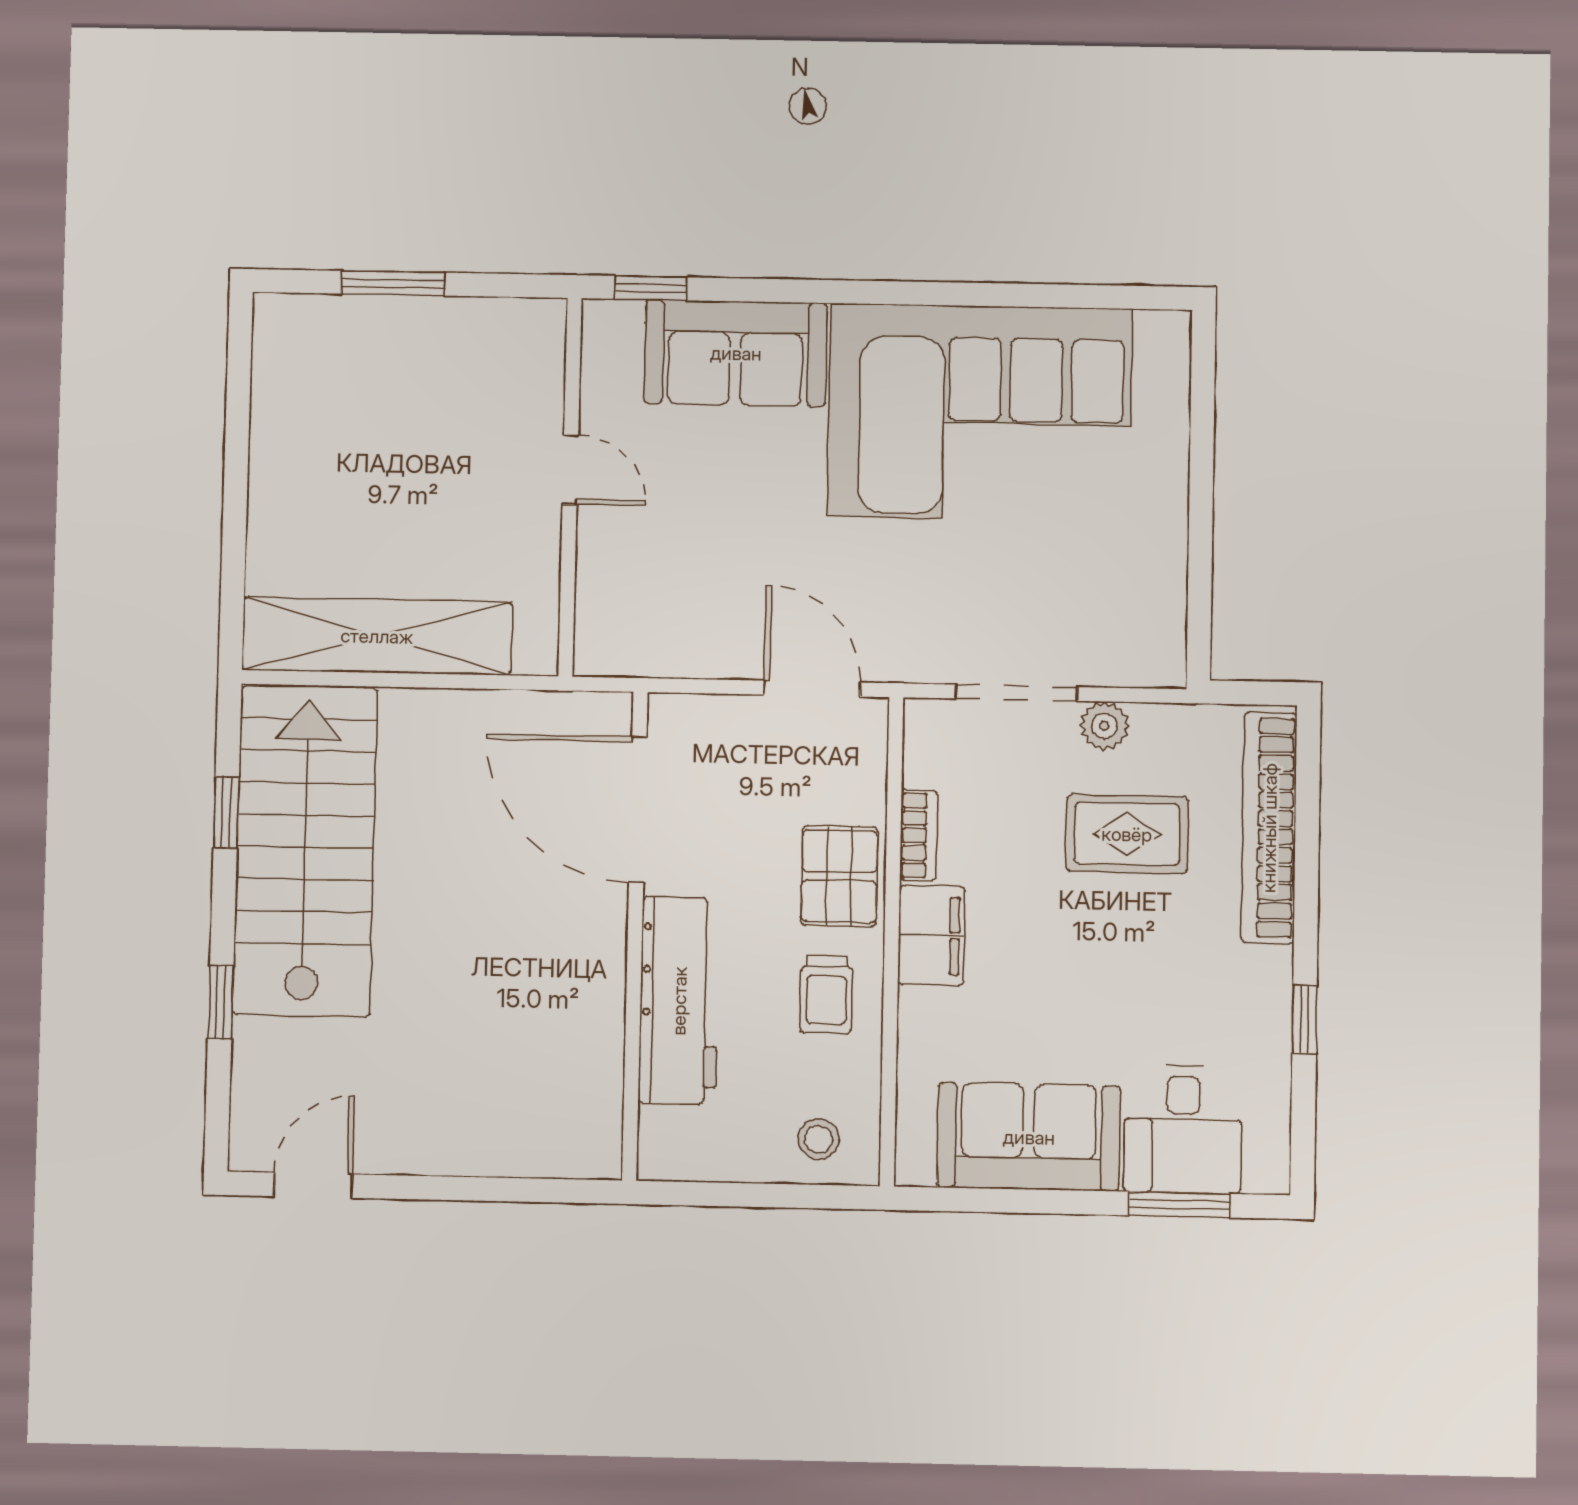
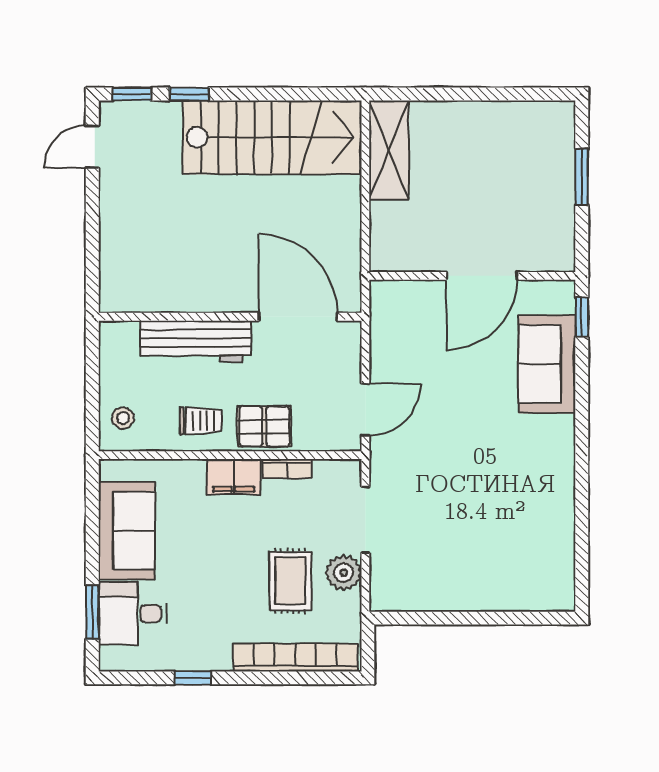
corner sofa: (980, 412) -> (517, 498), removed
door: (570, 470) -> (482, 276), width x1.88
shelving: (377, 636) -> (389, 150), width x0.68
plant: (1104, 726) -> (344, 573), width x1.38, depth x1.38
door: (638, 810) -> (298, 317), hinge flipped
window: (226, 812) -> (132, 94), moved
trolley: (826, 994) -> (201, 421), turned 180
door: (313, 1185) -> (92, 147), swing flipped

